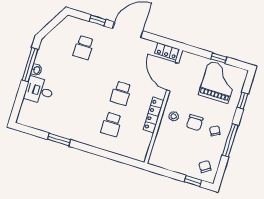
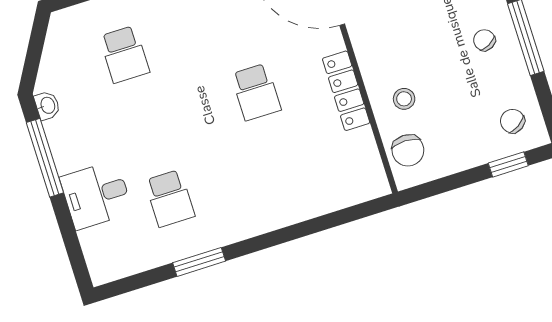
washbasin: (36, 70) -> (47, 105), moved
stool: (174, 116) -> (404, 99), moved
chair: (195, 123) -> (408, 150), moved
school desk: (111, 124) -> (170, 198), moved

